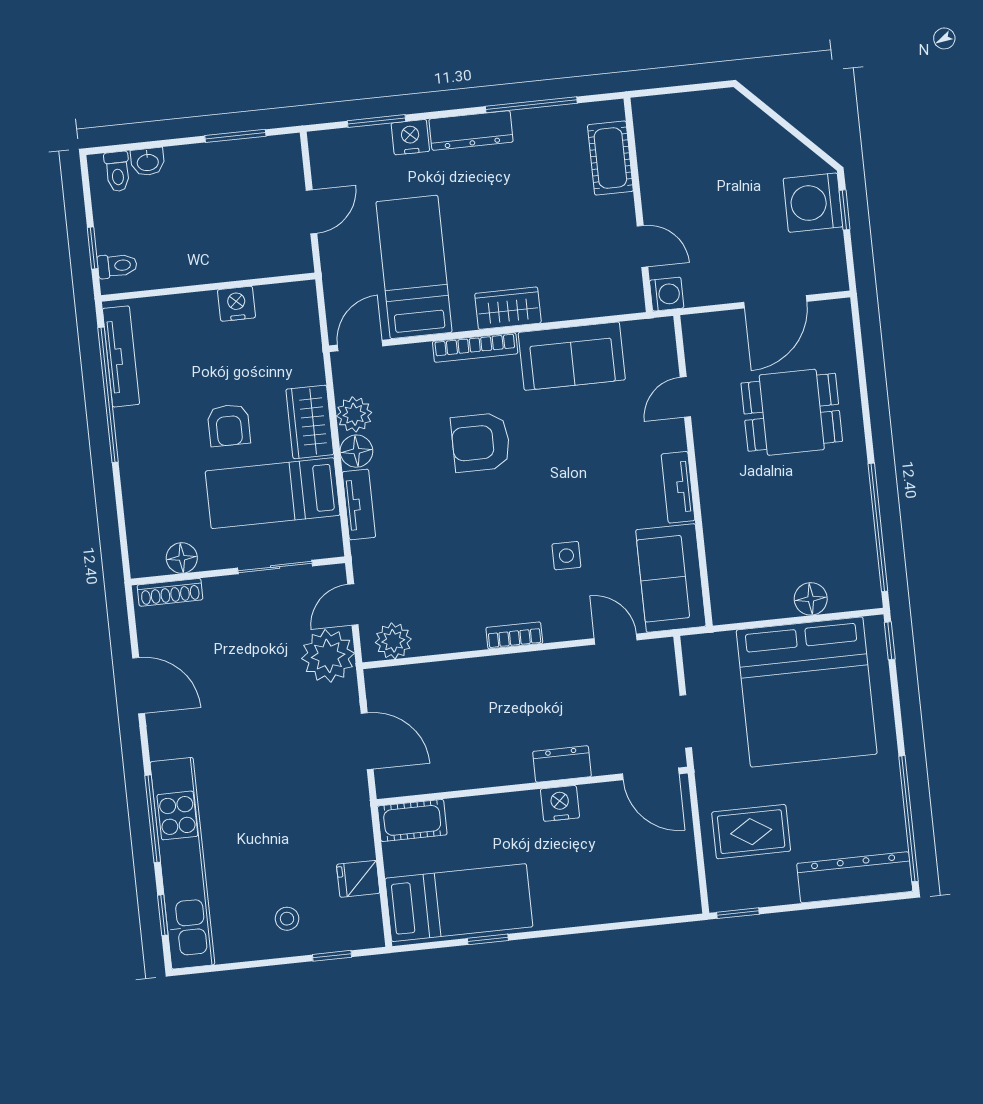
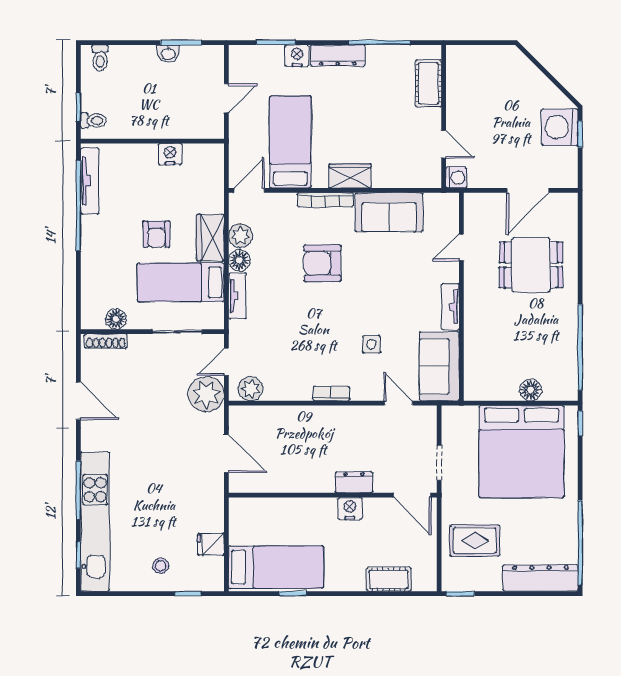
washbasin: (148, 162) -> (168, 54), moved
cot: (412, 820) -> (389, 579), moved

